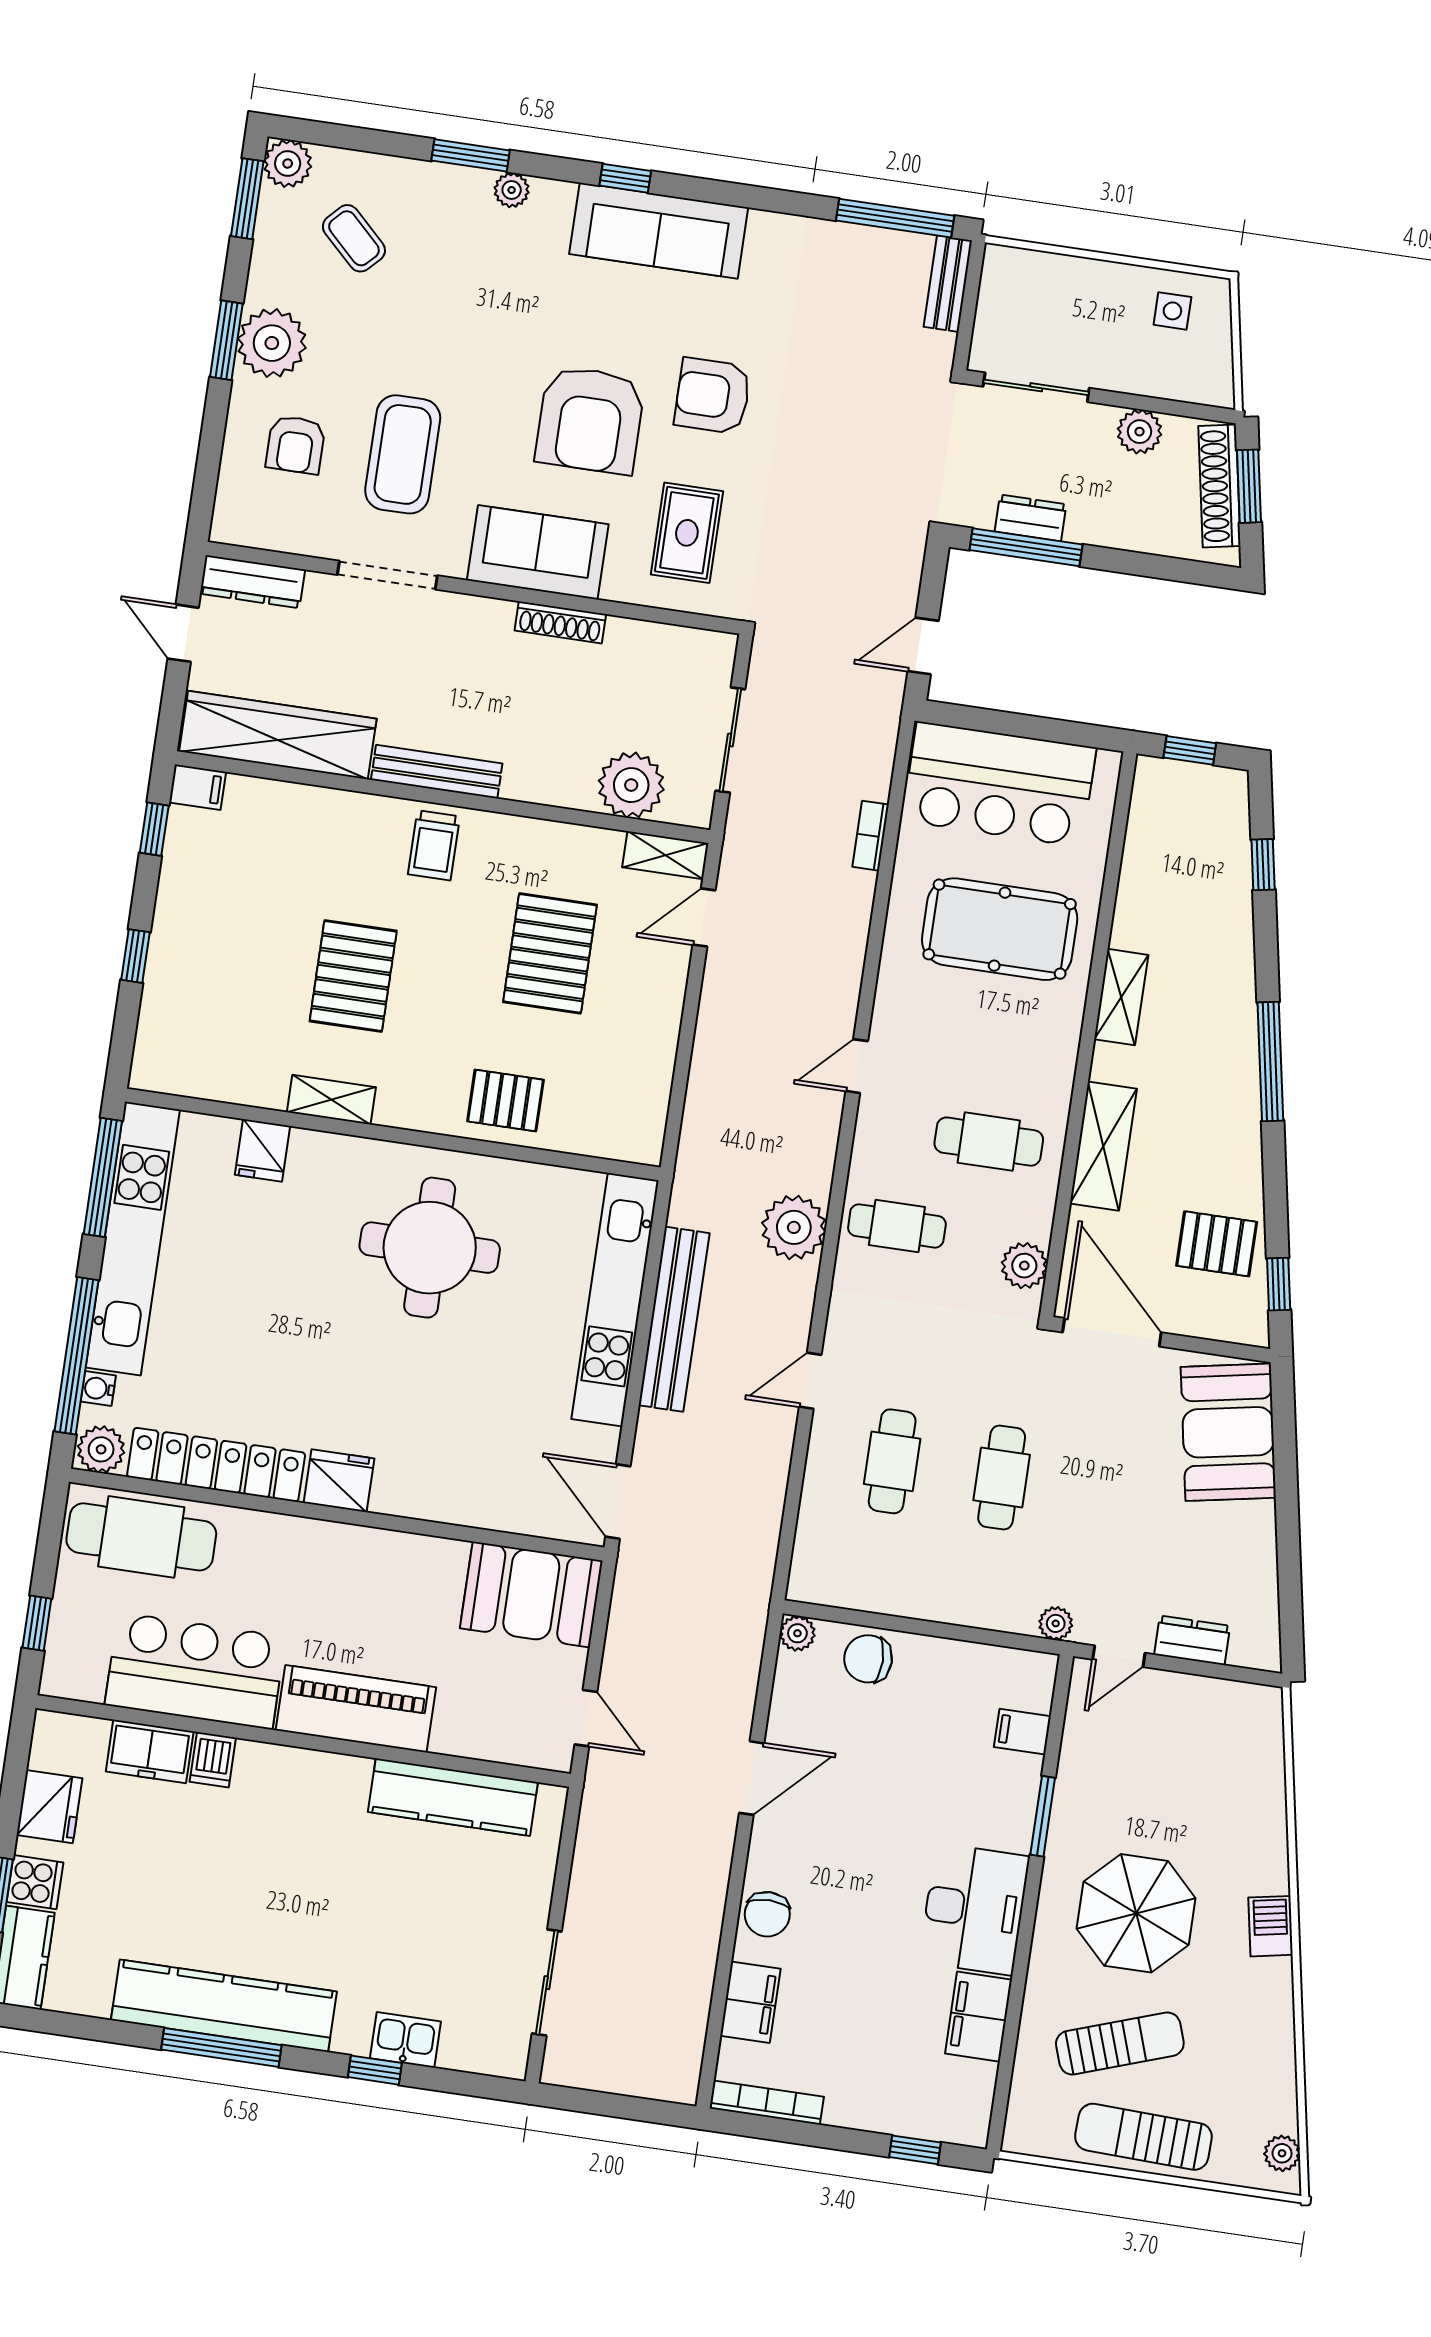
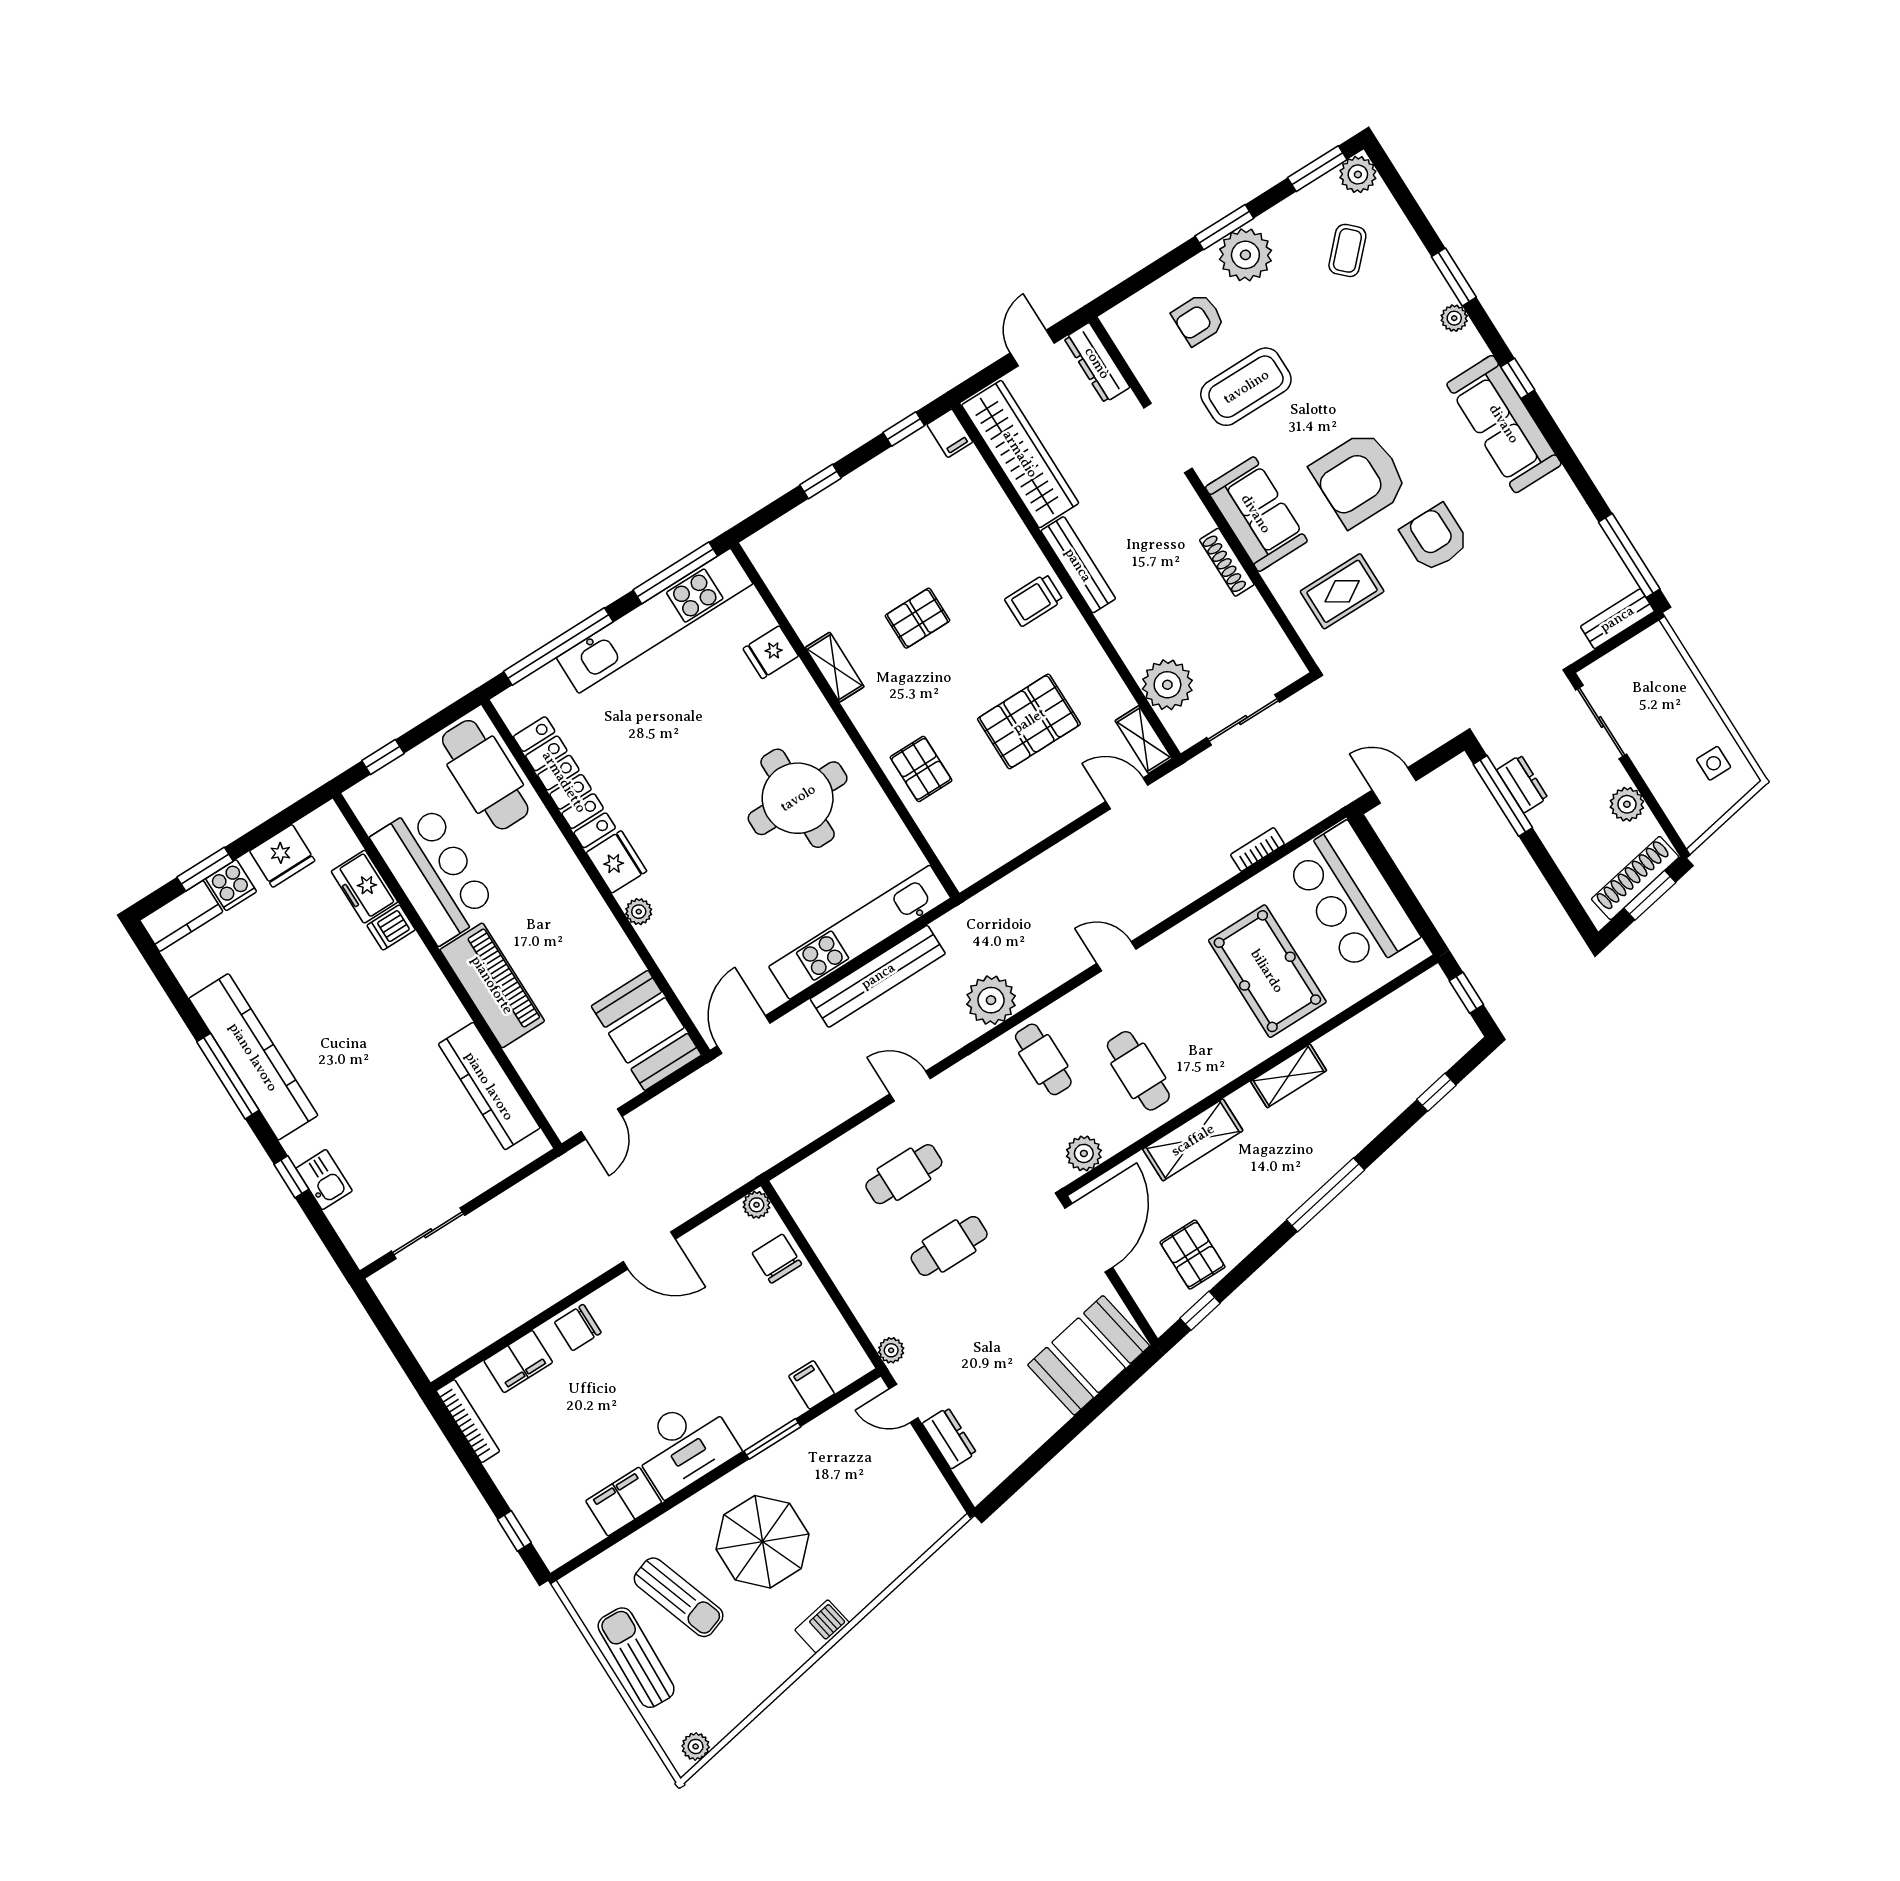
pallet: (353, 976) -> (917, 618), width x0.67, depth x0.71
water cooler: (98, 1389) -> (550, 676), removed
plant: (101, 1449) -> (639, 912), moved, width x0.73, depth x0.73

